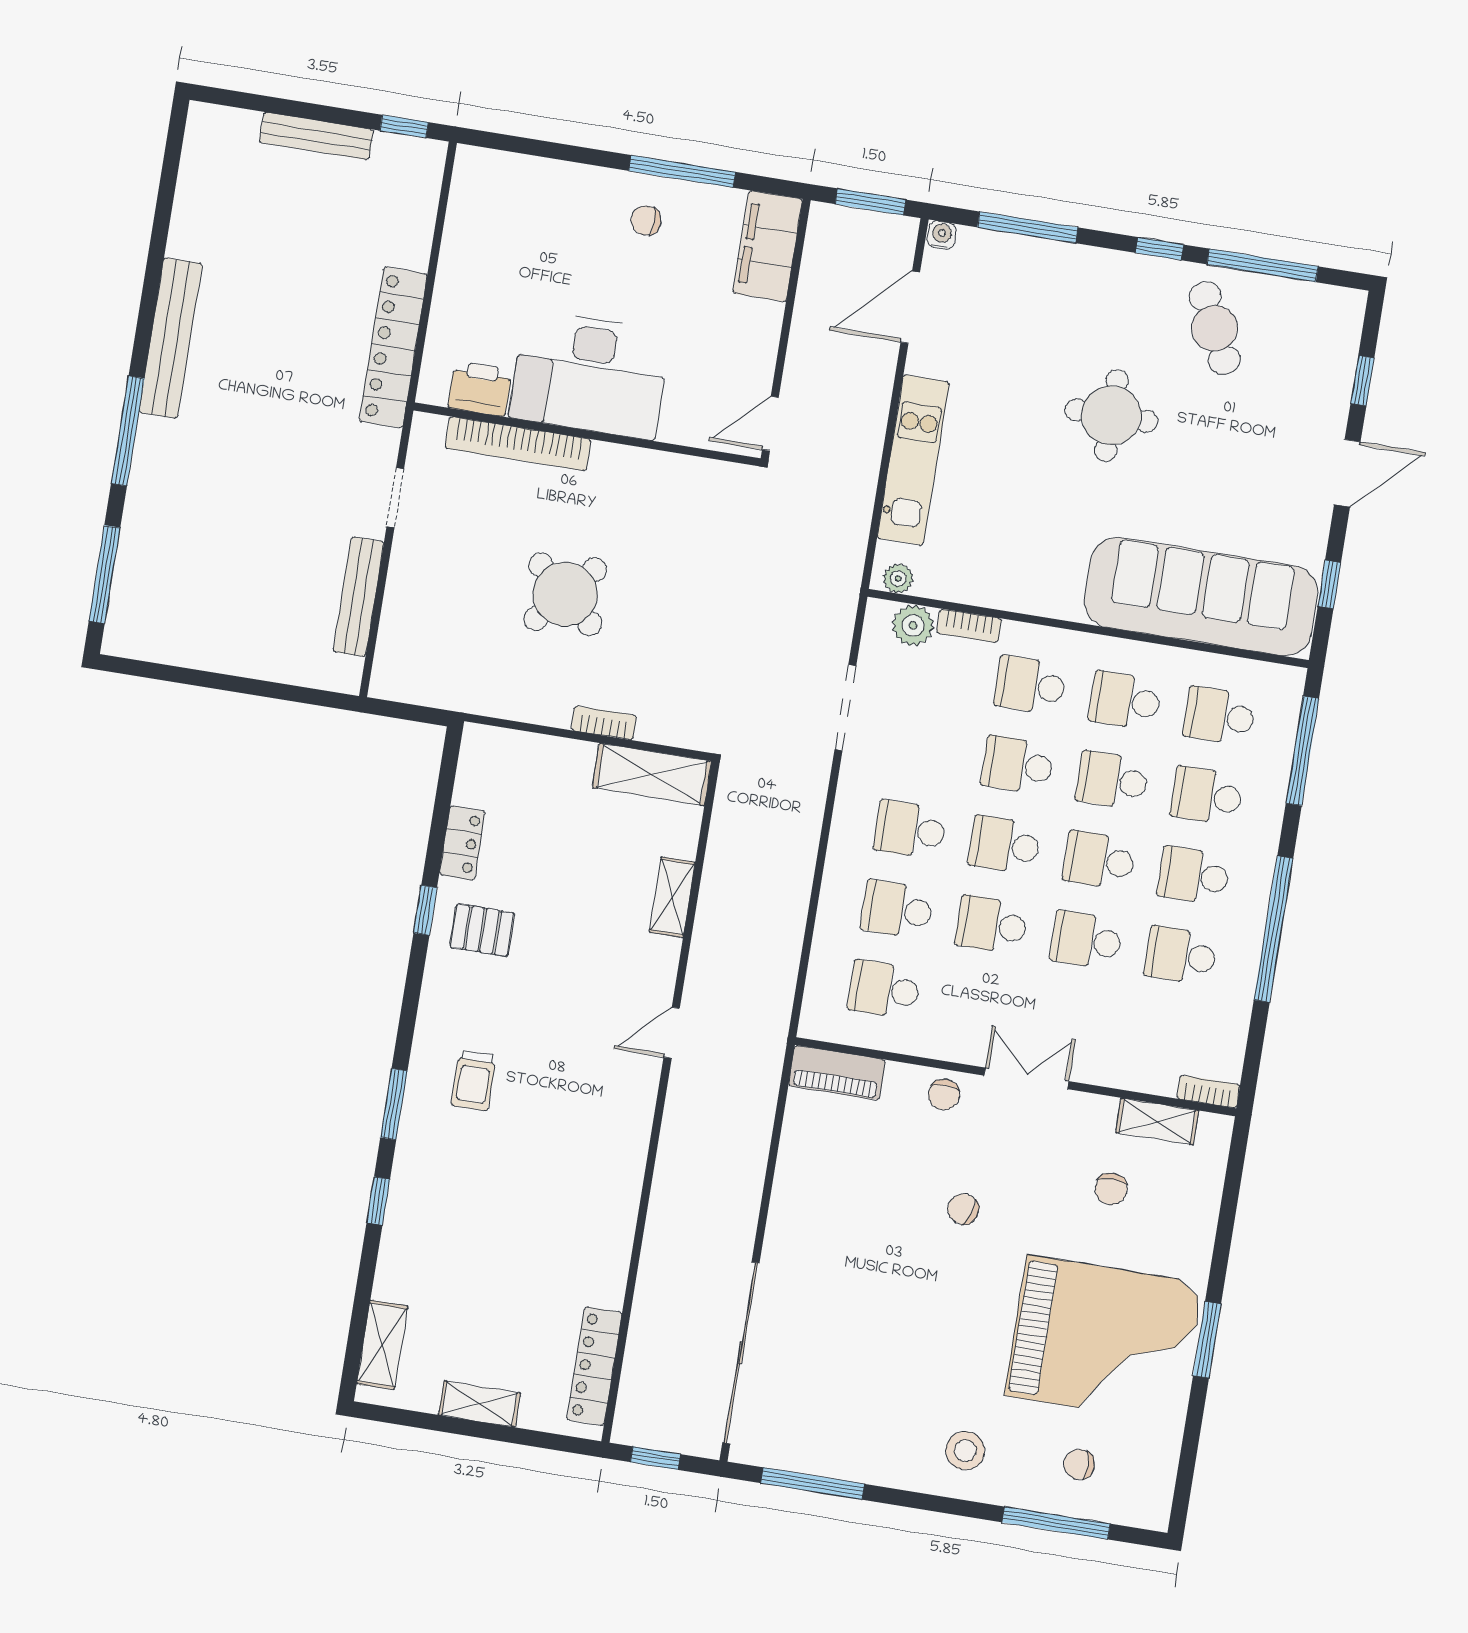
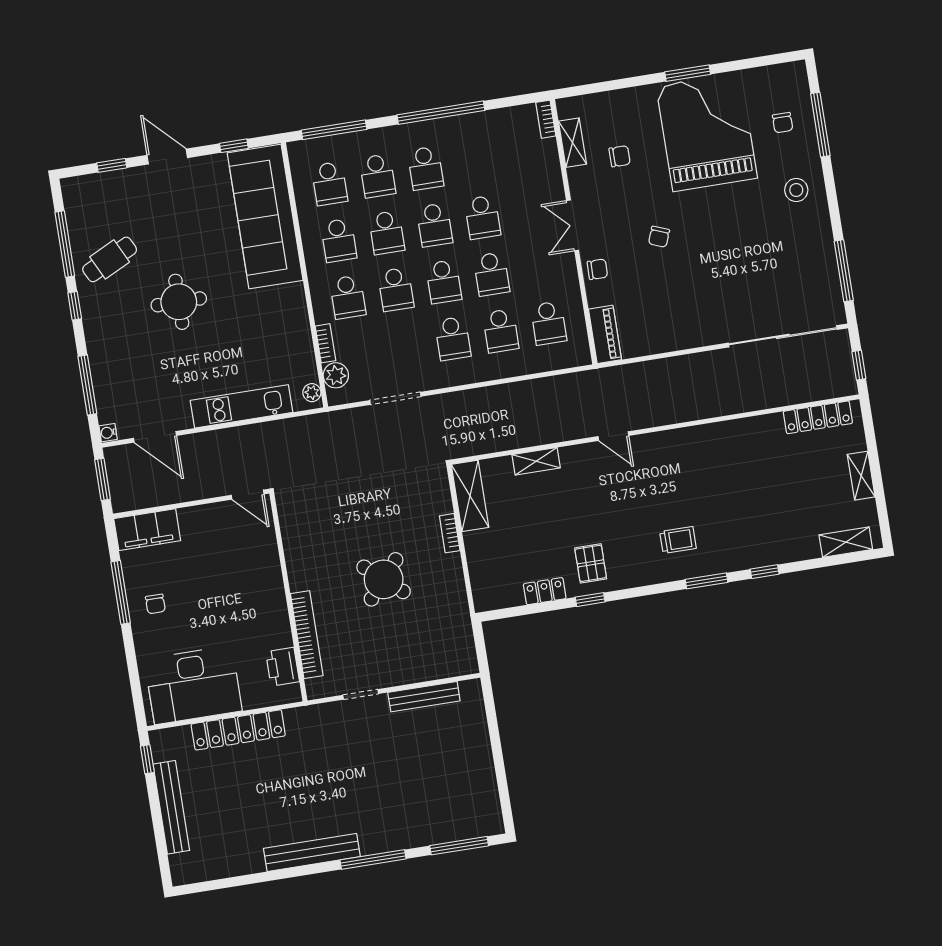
bench: (316, 136) -> (171, 807), width x1.37, depth x1.21
locker: (393, 347) -> (238, 730), moved
desk: (590, 375) -> (193, 685), moved, turned 90
school desk: (1181, 955) -> (473, 161), removed

